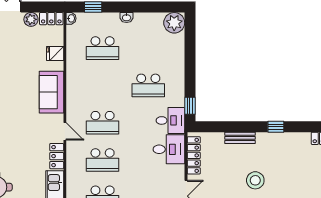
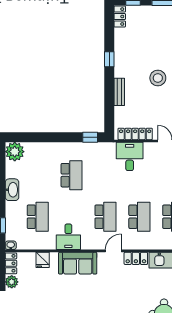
washbasin: (127, 17) -> (12, 190), width x1.91, depth x1.45
desk: (170, 120) -> (68, 237), moved, turned 180

